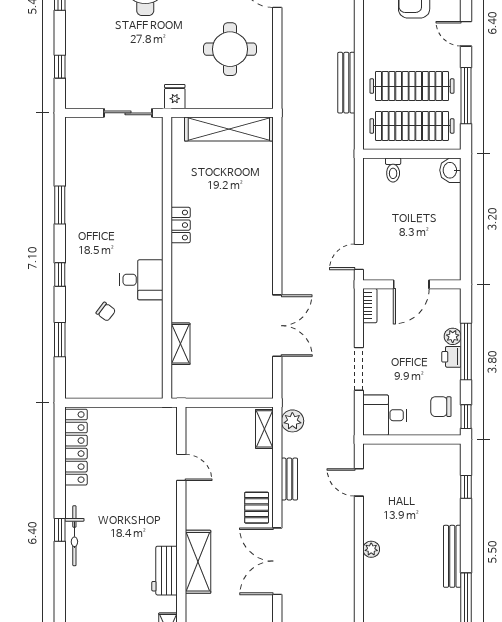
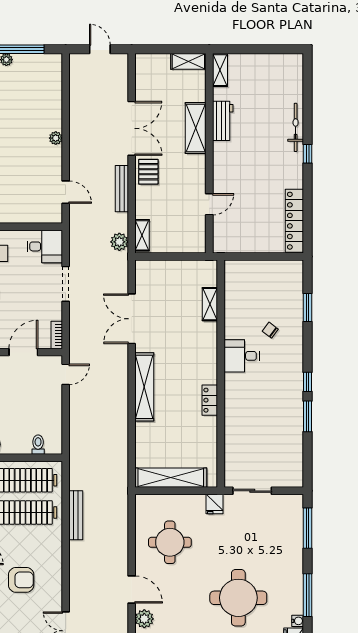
window: (60, 67) -> (307, 528), width x2.17
shelving: (262, 241) -> (144, 387), added
window: (60, 275) -> (307, 382), moved
door: (181, 467) -> (209, 204), swing flipped
bench: (289, 479) -> (122, 189), width x1.36
bicycle: (74, 536) -> (296, 127), moved

